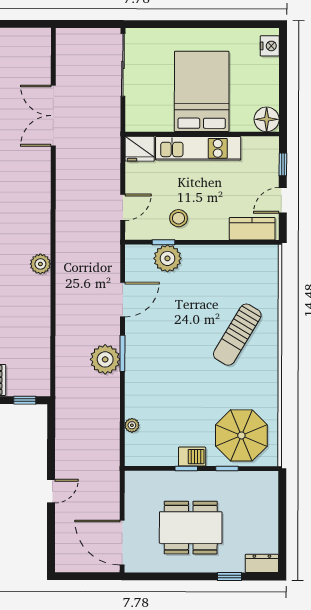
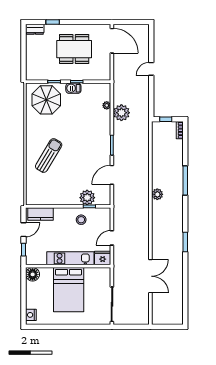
door: (123, 207) -> (112, 238), moved
plant: (105, 359) -> (121, 113), moved

